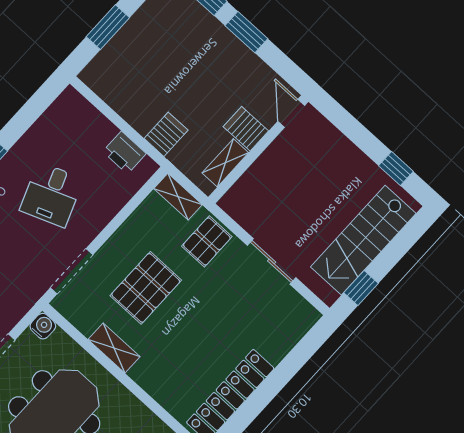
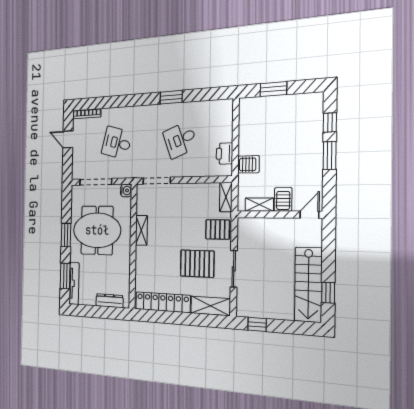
stairs: (363, 240) -> (308, 285), moved, turned -90
pallet: (146, 288) -> (197, 264), moved
shelving: (290, 331) -> (211, 306), added

